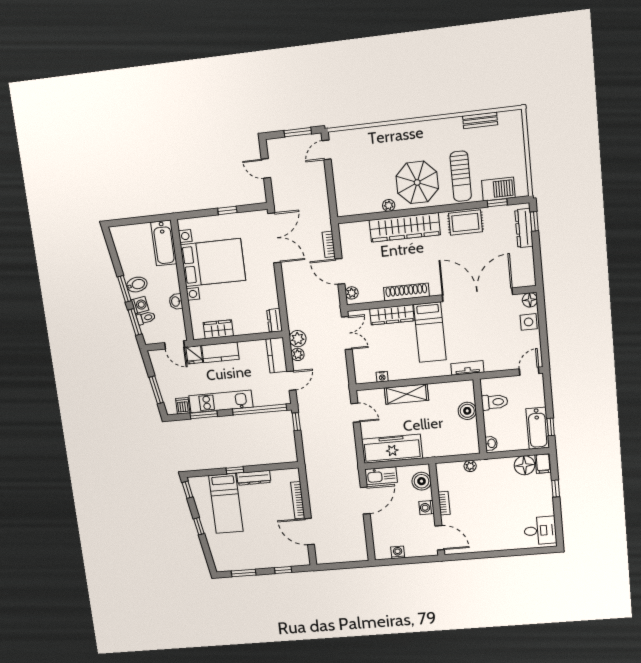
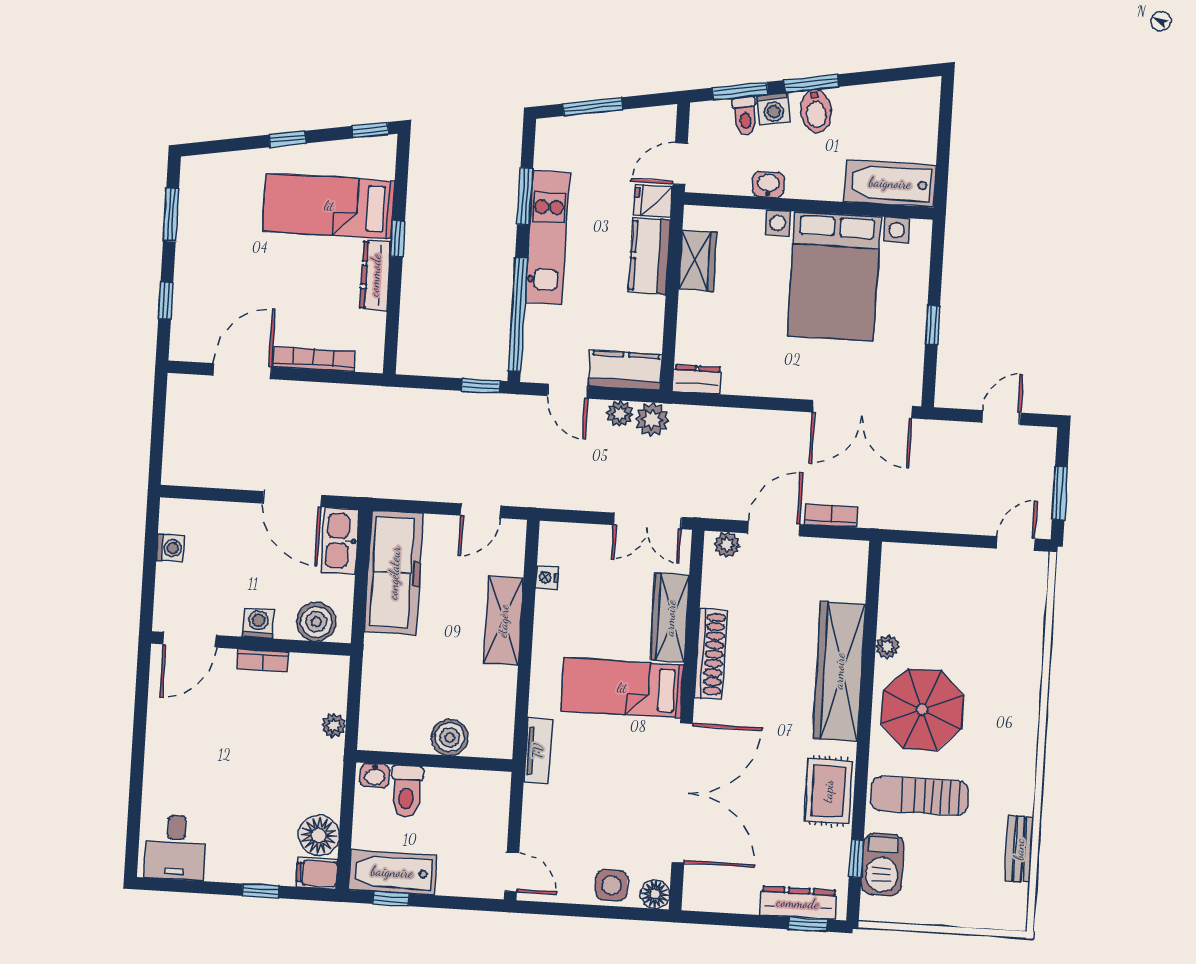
door: (327, 150) -> (1016, 543), hinge flipped
toilet: (495, 402) -> (407, 791), moved
dishwasher: (183, 406) -> (551, 156), removed

